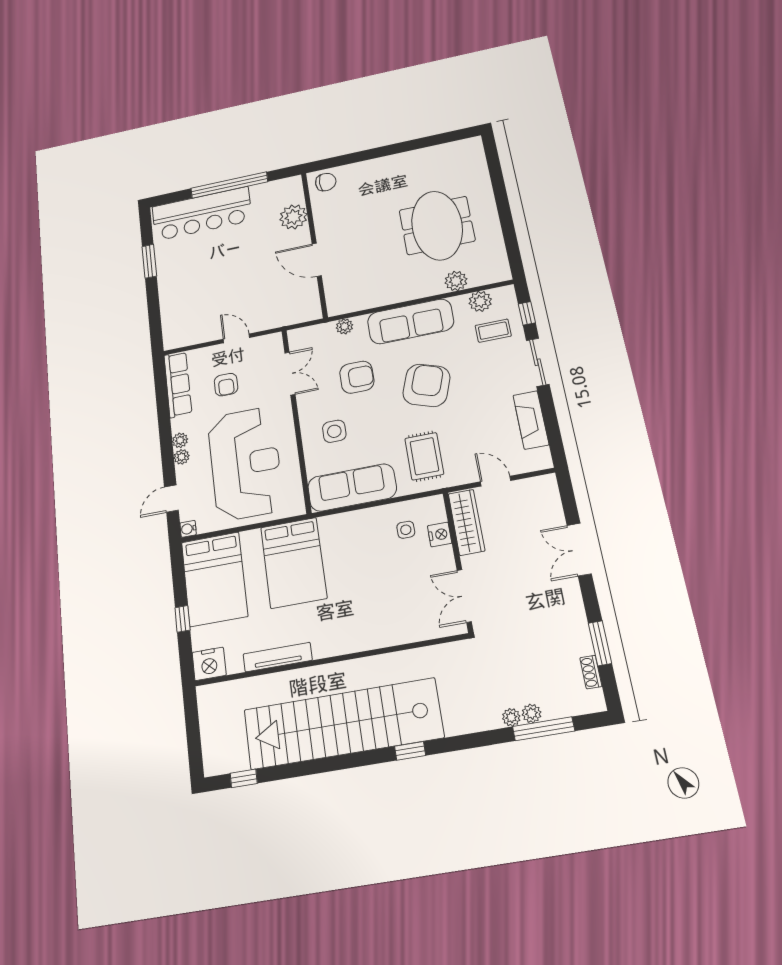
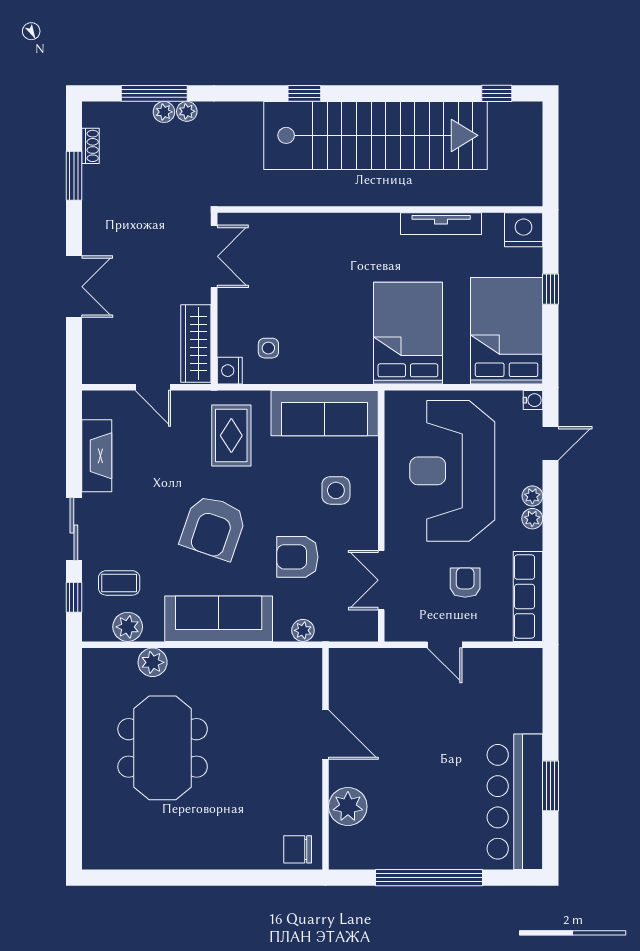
bar counter: (202, 214) -> (515, 802), moved, turned -90
nightstand: (440, 534) -> (230, 371), moved

